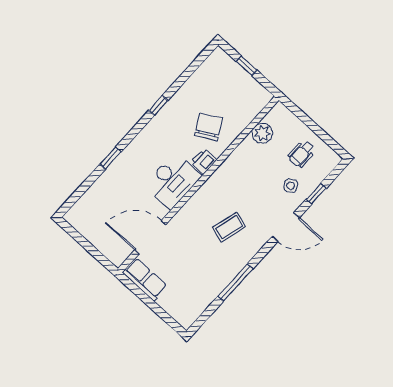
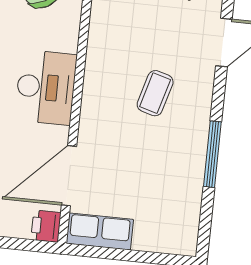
printer: (204, 161) -> (46, 226), moved

